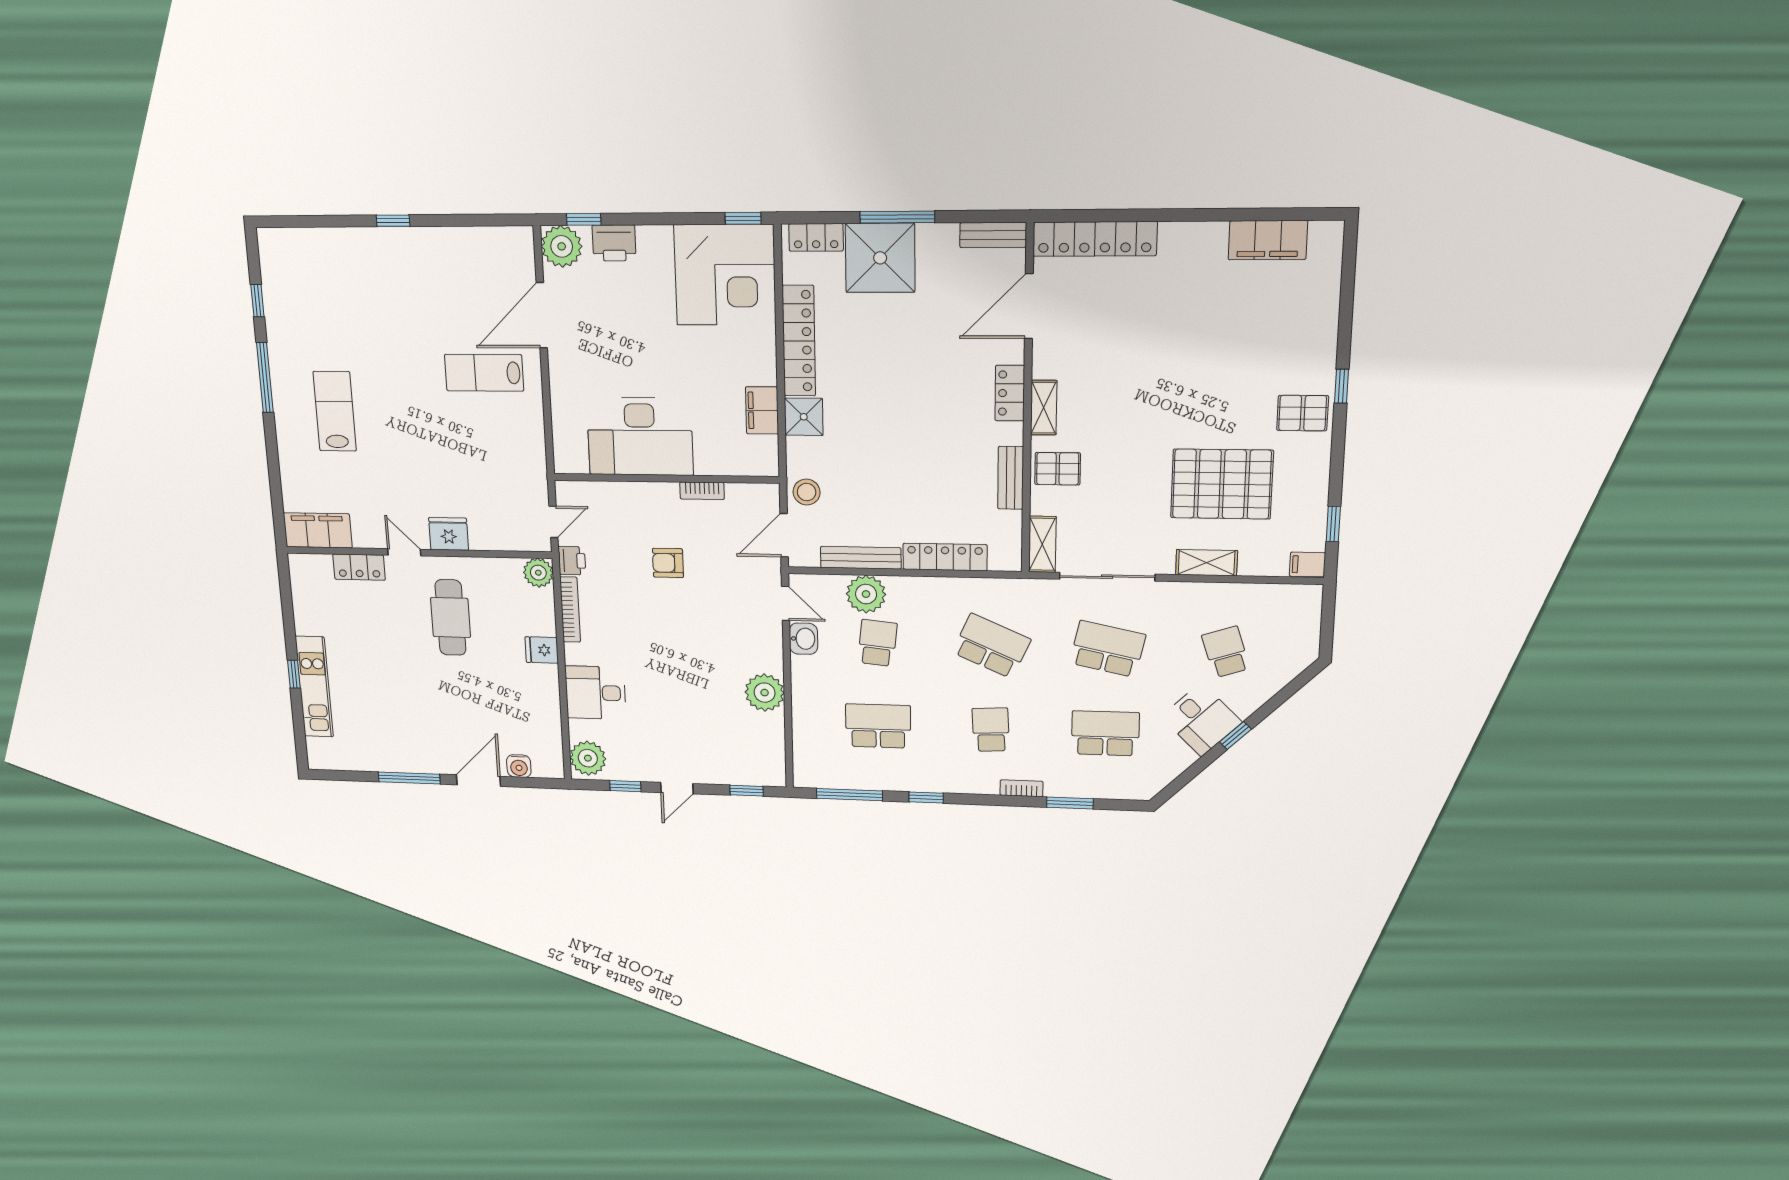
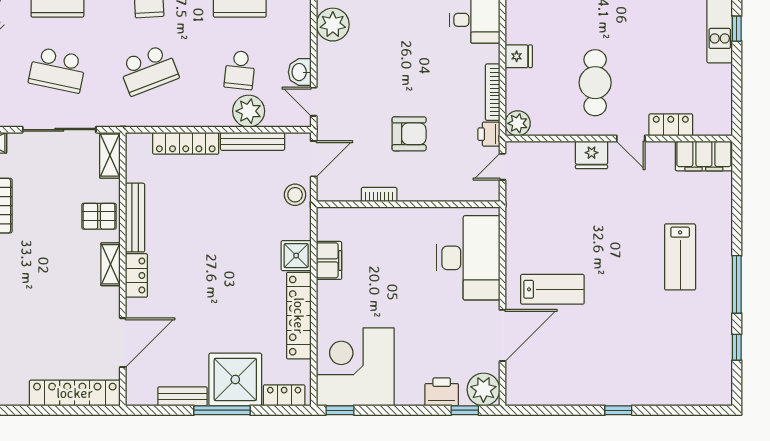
bench: (993, 235) -> (182, 396), moved
desk: (640, 436) -> (468, 258), moved, turned 90
bench: (1011, 478) -> (135, 218), width x1.36
armchair: (668, 563) -> (409, 134), width x1.38, depth x1.38
school desk: (991, 646) -> (149, 70), turned -45

